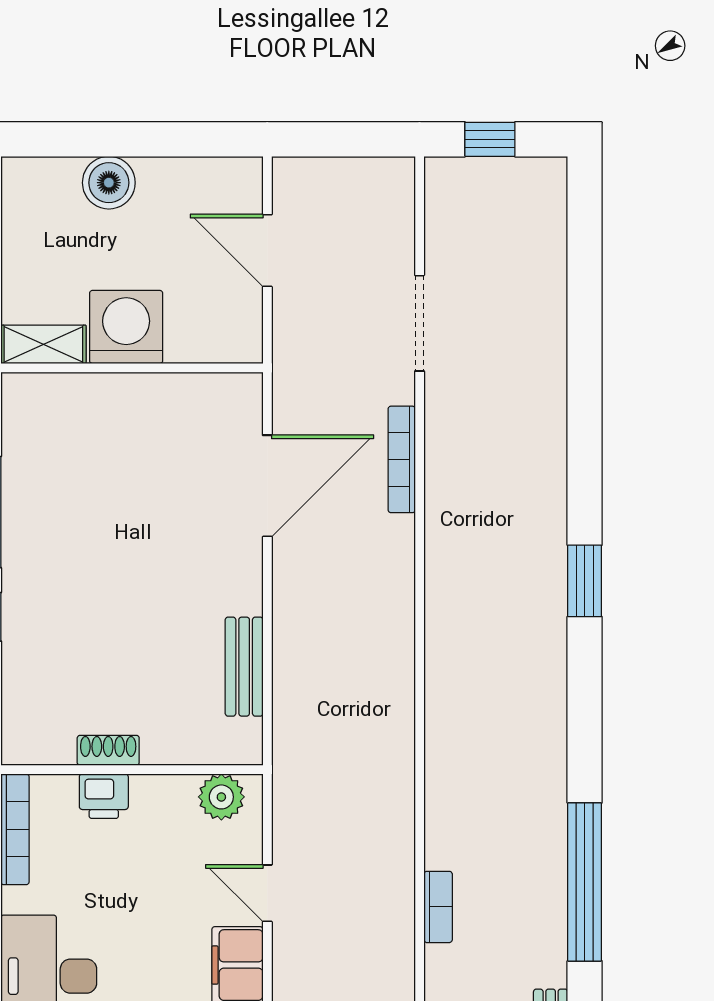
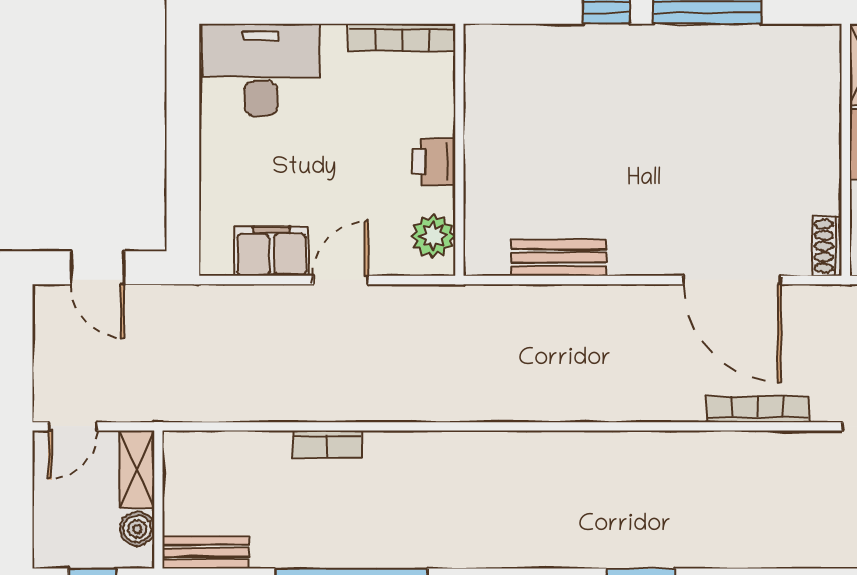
shoe rack: (108, 750) -> (827, 246), moved, turned 180
printer: (104, 796) -> (434, 162), moved

